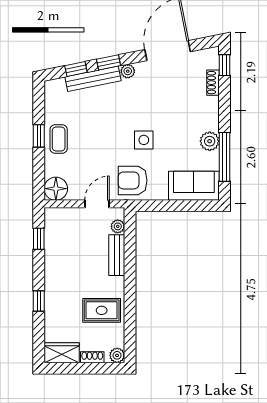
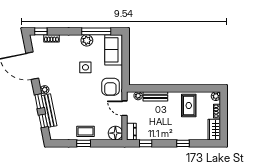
side table: (144, 140) -> (85, 67), moved
dresser: (58, 215) -> (131, 132), added

